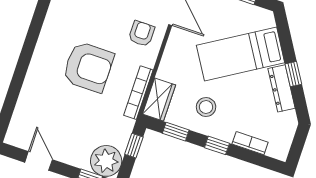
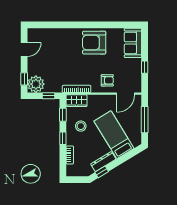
armchair: (88, 67) -> (94, 43), moved, turned 90
window: (293, 74) -> (102, 172), moved

